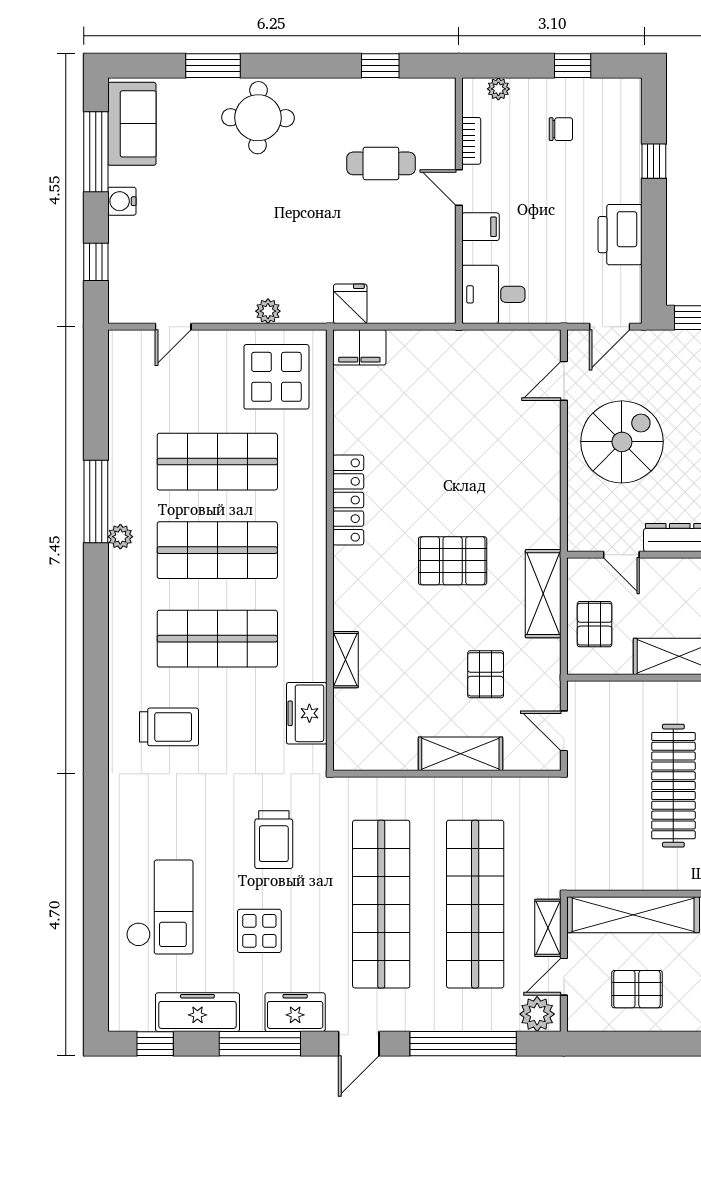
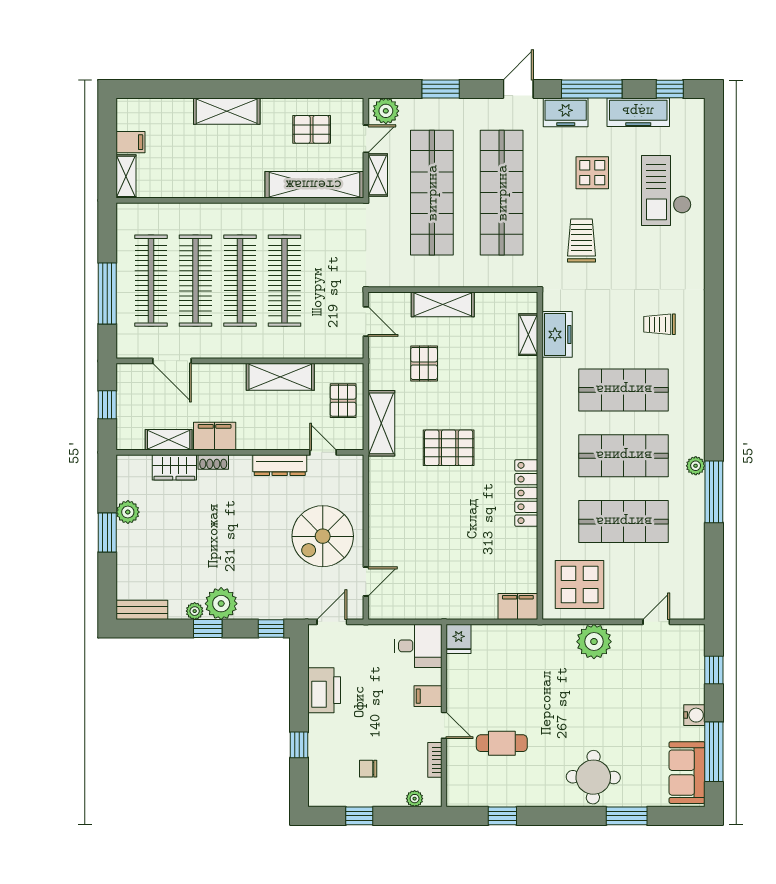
fridge: (350, 304) -> (459, 639), moved
plant: (268, 311) -> (594, 642), width x1.87, depth x1.87
shelving: (345, 660) -> (528, 335), moved
trolley: (169, 727) -> (659, 324), width x0.73, depth x0.72
window: (463, 1044) -> (441, 89), width x0.47

